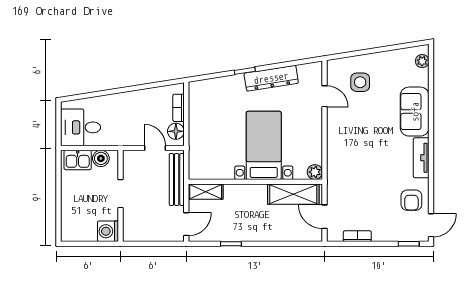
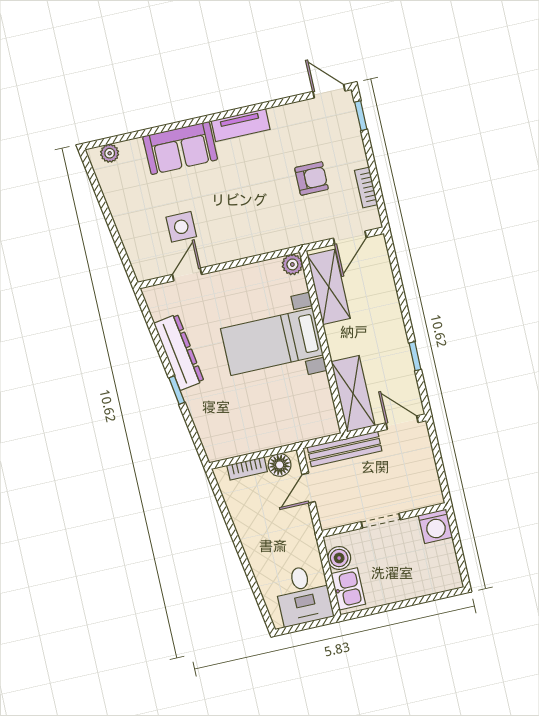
side table: (360, 82) -> (181, 227), moved
shelving: (206, 192) -> (353, 394), width x1.50, depth x1.33
armchair: (411, 200) -> (312, 178), moved

